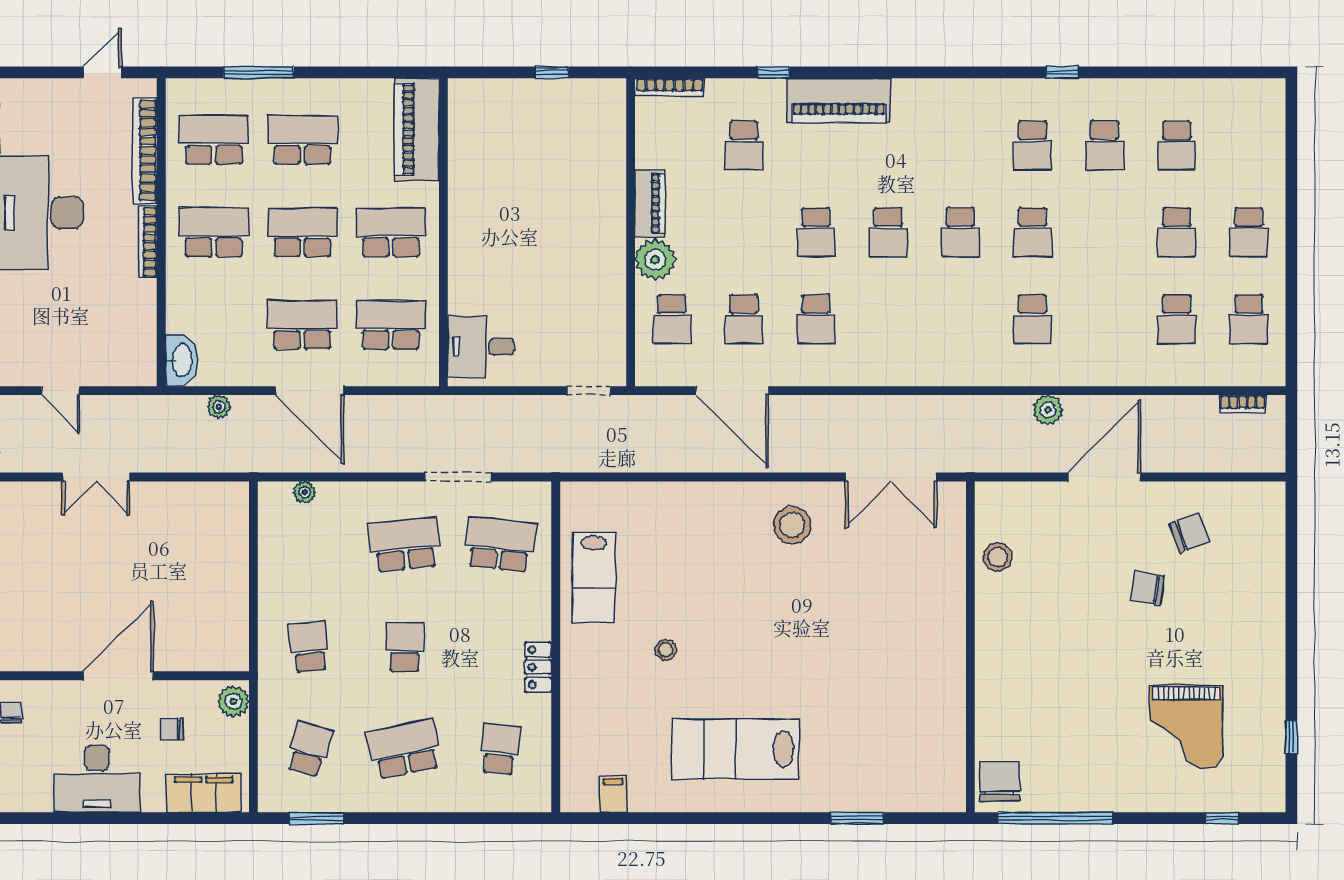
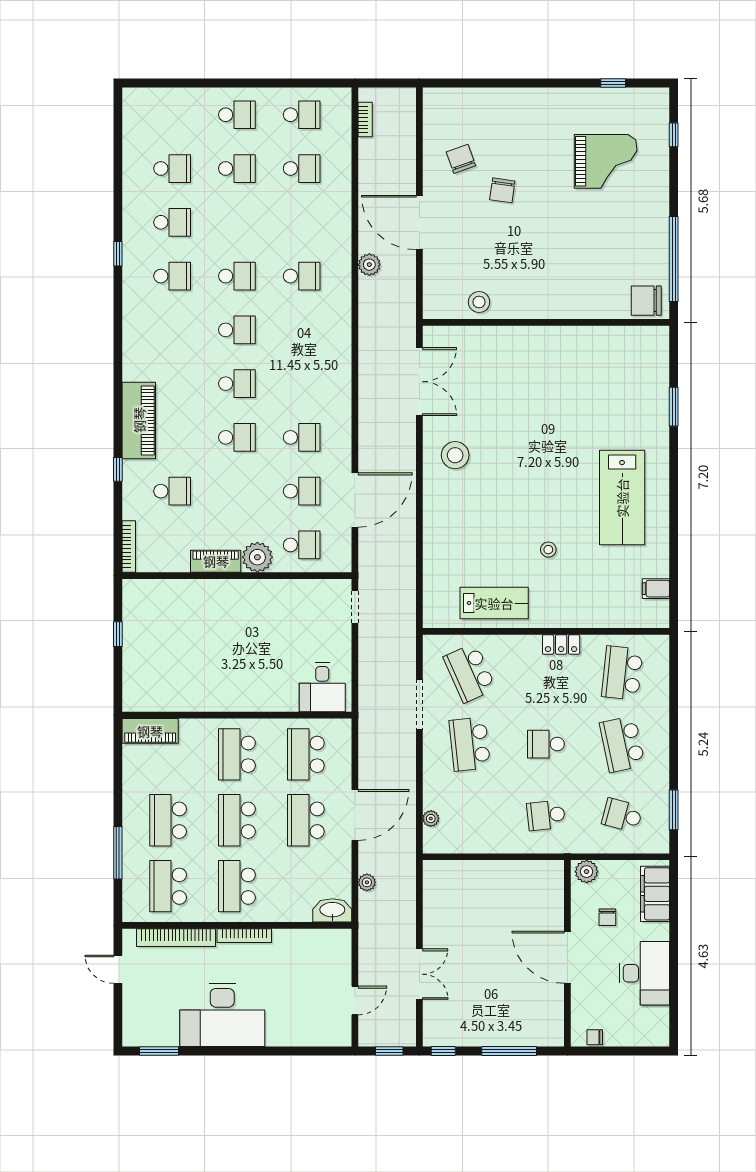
piano: (417, 130) -> (150, 731), width x0.73, depth x0.75
school desk: (500, 545) -> (470, 673), turned -30
school desk: (500, 749) -> (622, 673), width x1.85

